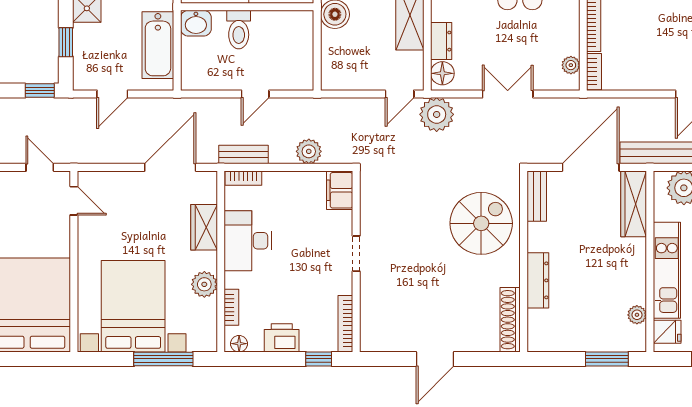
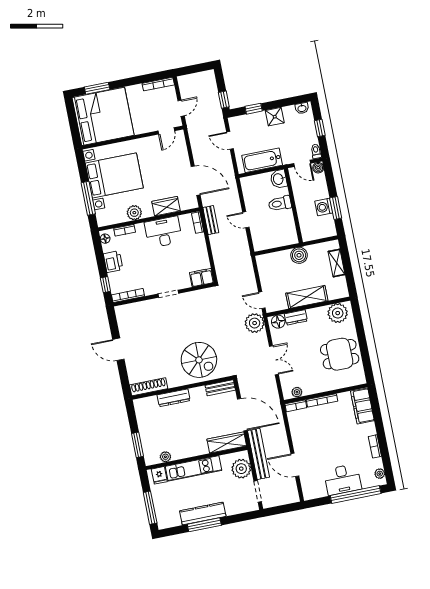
plant: (309, 151) -> (220, 256), removed

